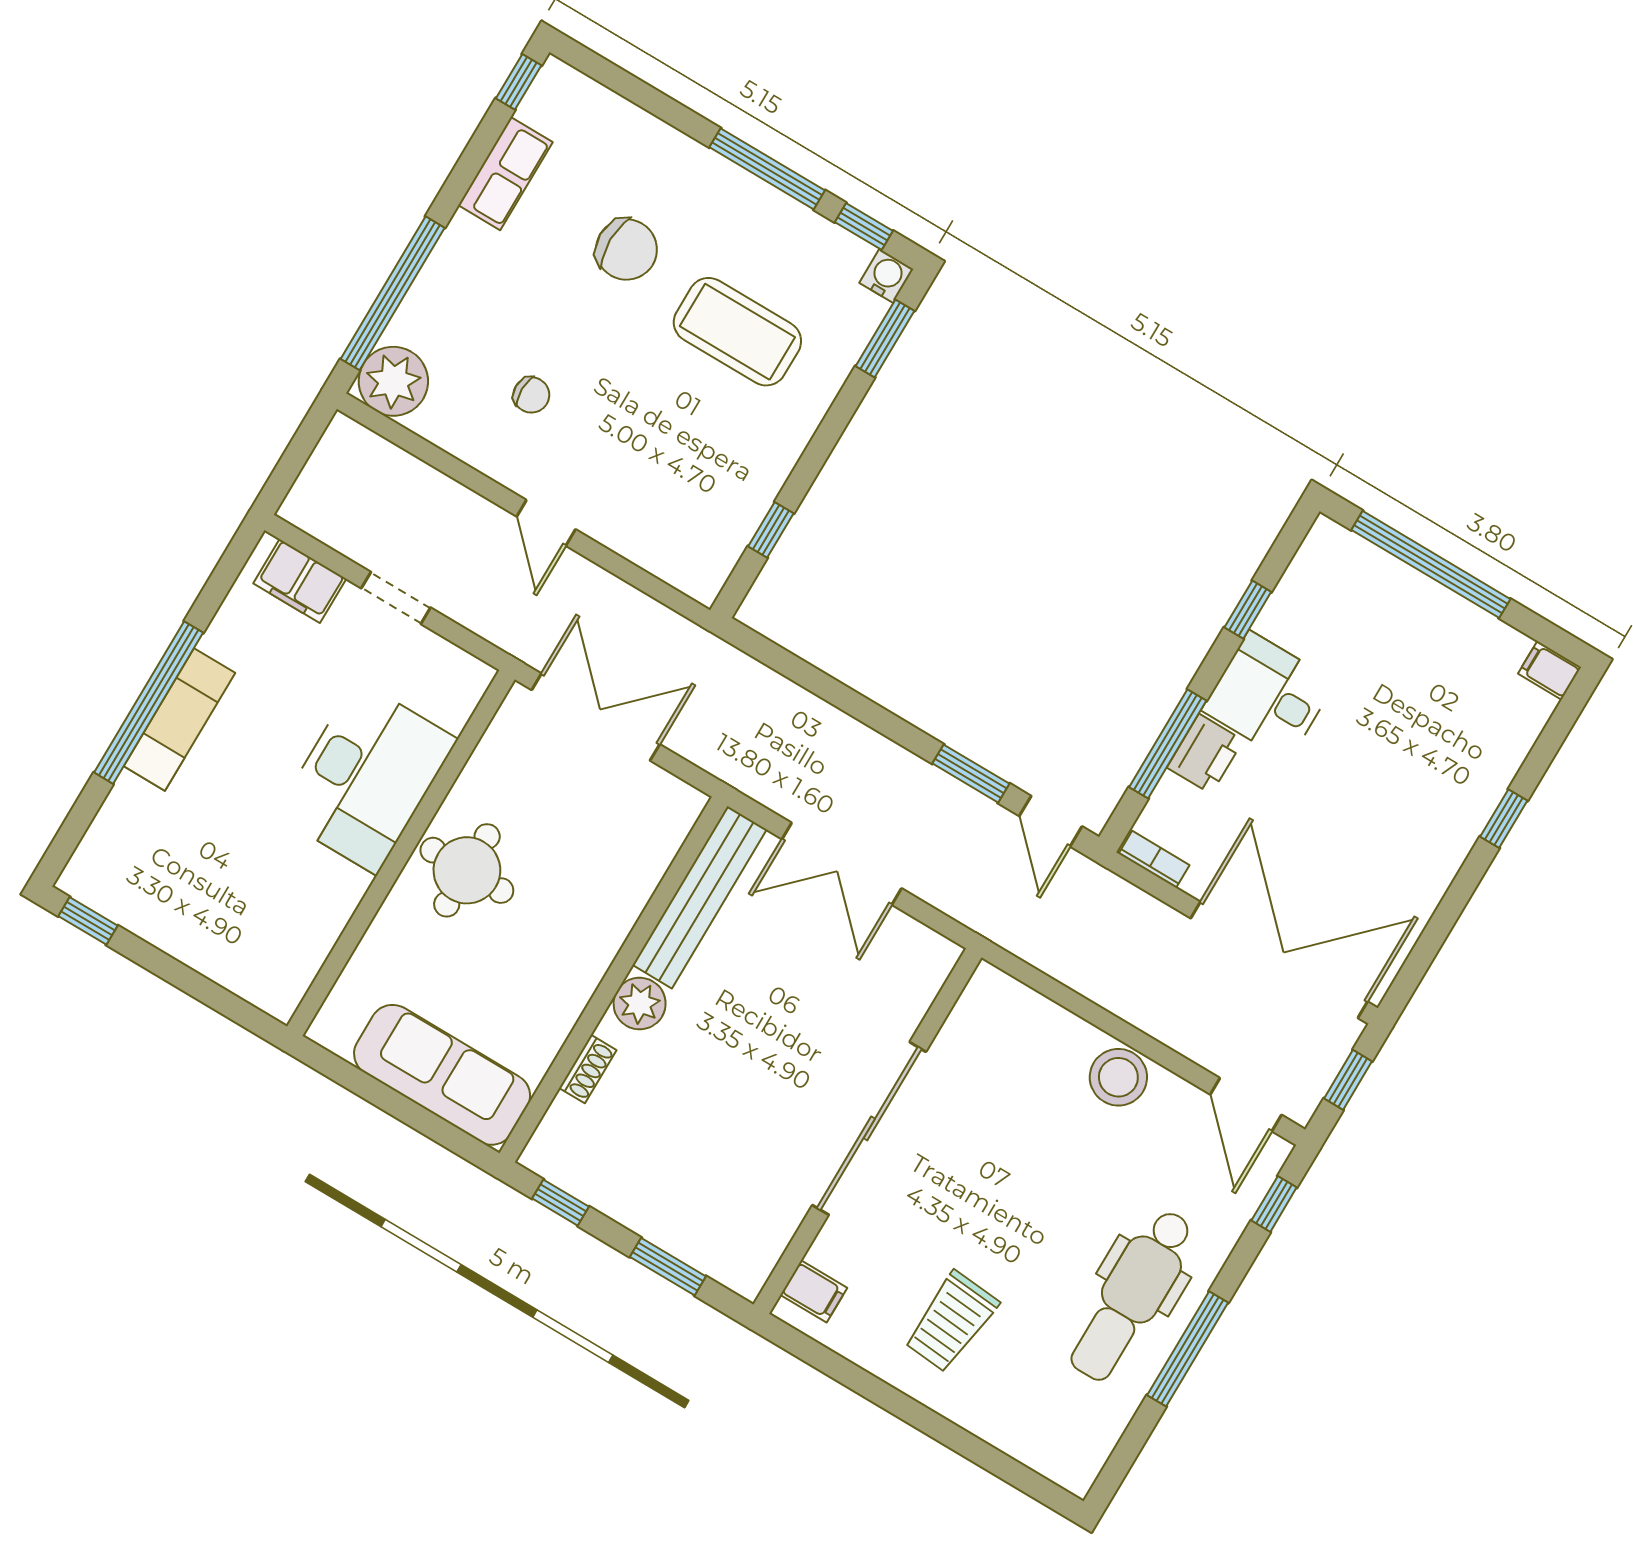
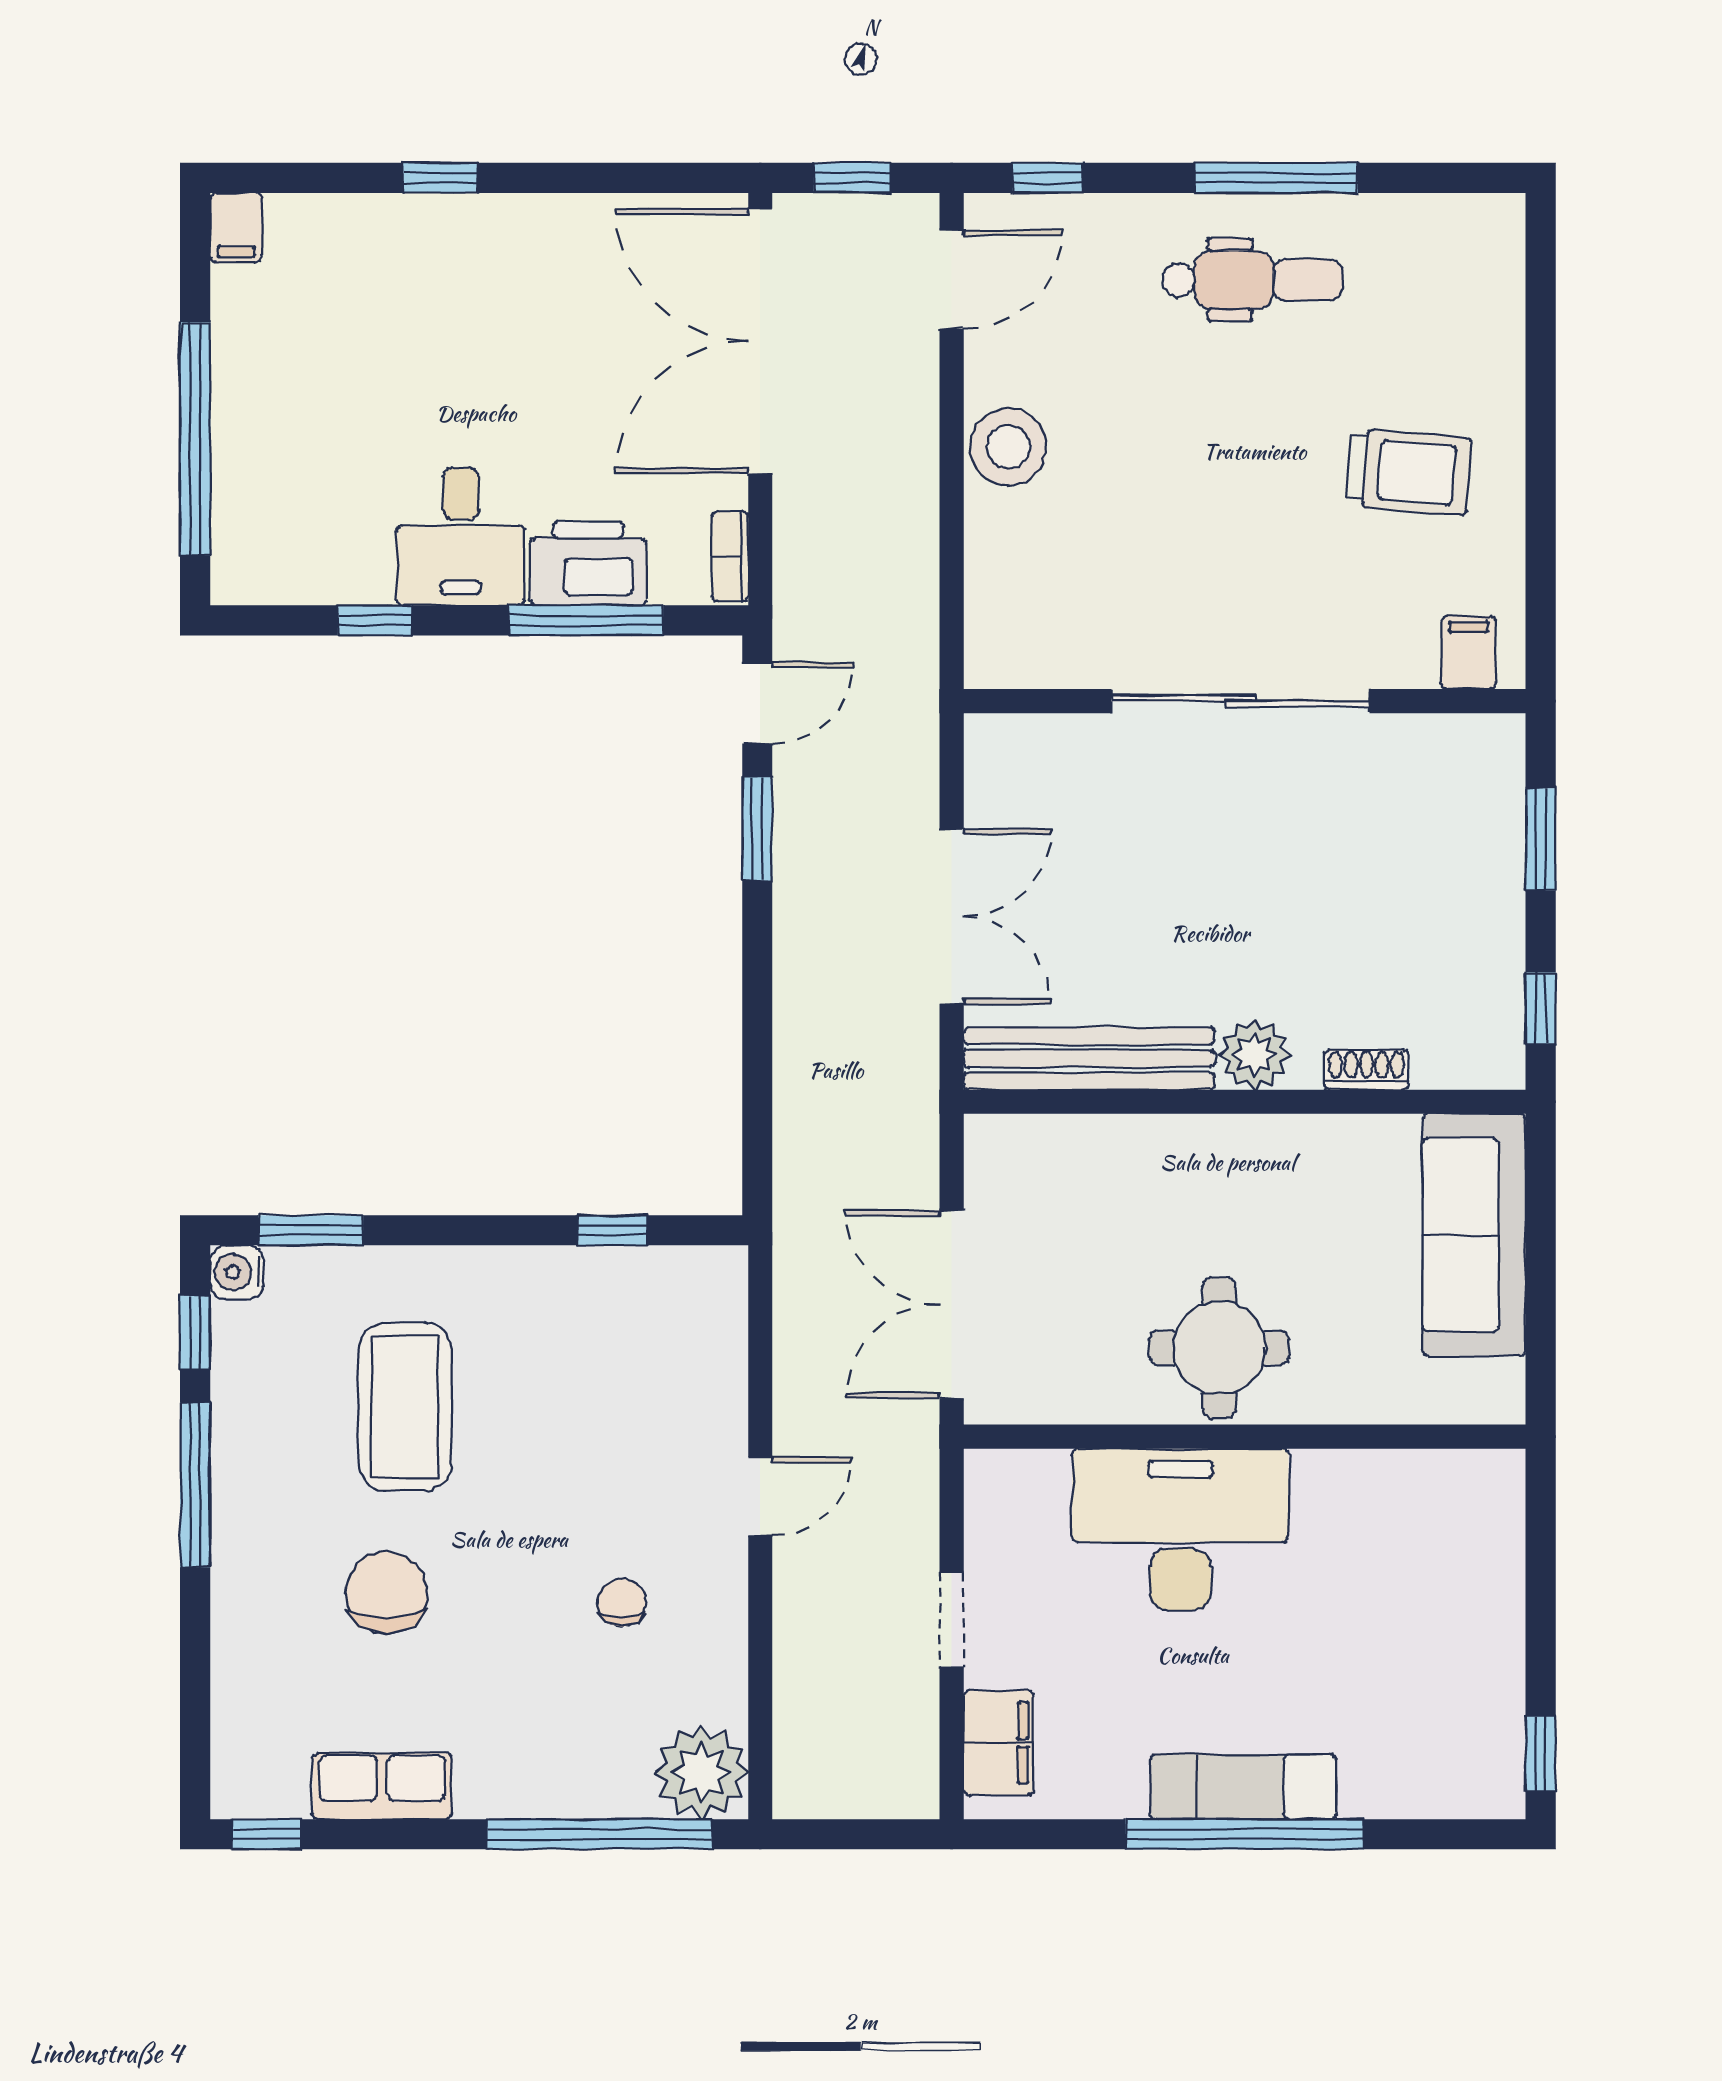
printer: (1205, 754) -> (588, 563), width x1.37, depth x1.19
dental chair: (1132, 1295) -> (1252, 280), width x0.73, depth x0.72

